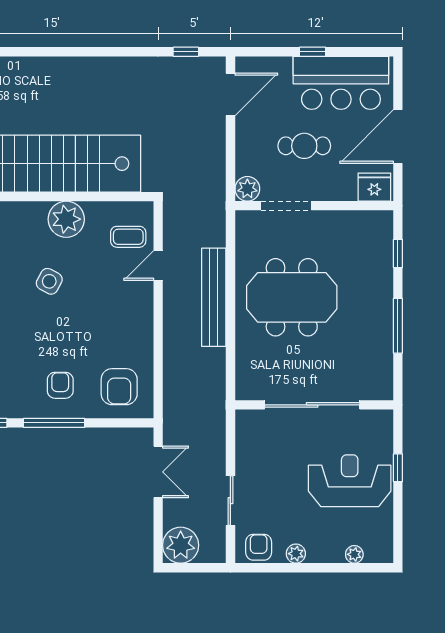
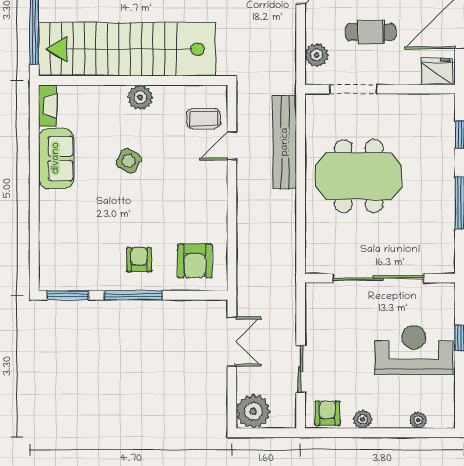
plant: (247, 189) -> (317, 55), moved
plant: (66, 219) -> (140, 97), width x0.73, depth x0.73
bench: (214, 297) -> (285, 142), moved

